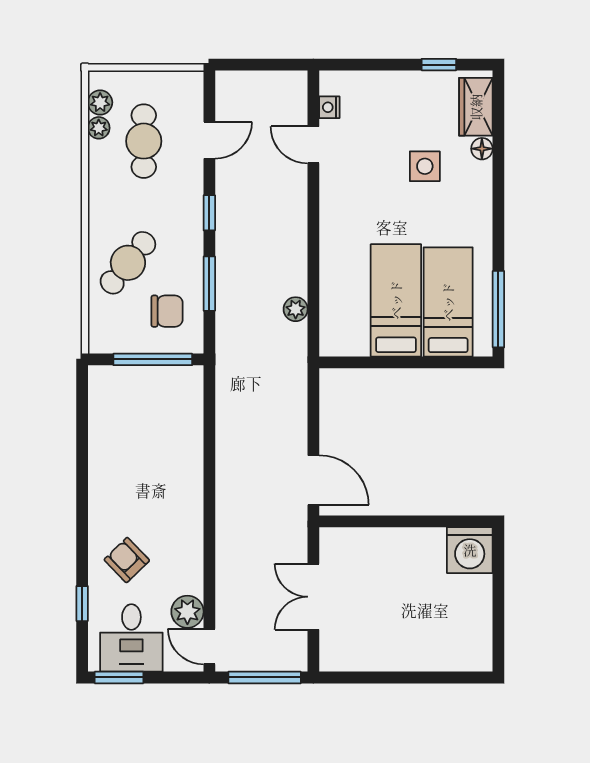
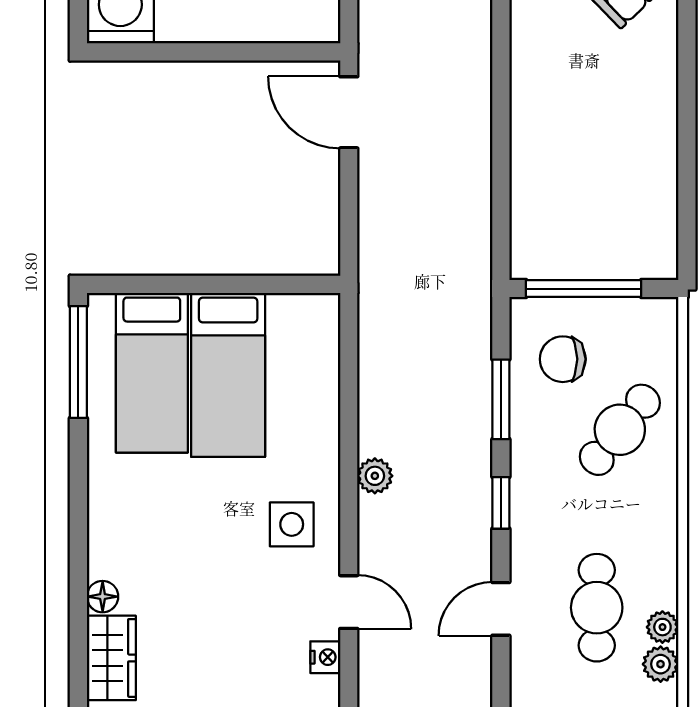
side table: (425, 166) -> (292, 524), moved
plant: (296, 309) -> (375, 476), moved

